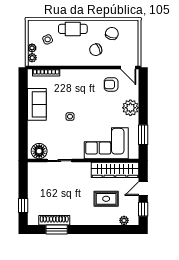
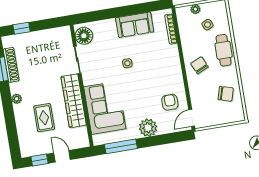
chair: (96, 50) -> (199, 65), moved
plant: (32, 58) -> (185, 11), removed
window: (143, 135) -> (121, 146), width x1.44
wardrobe: (115, 170) -> (74, 101), moved
plant: (124, 220) -> (17, 99), moved

